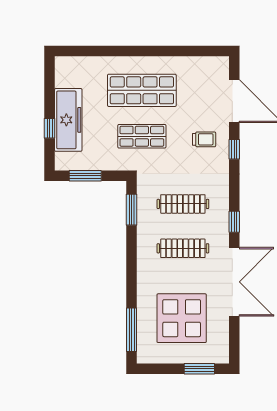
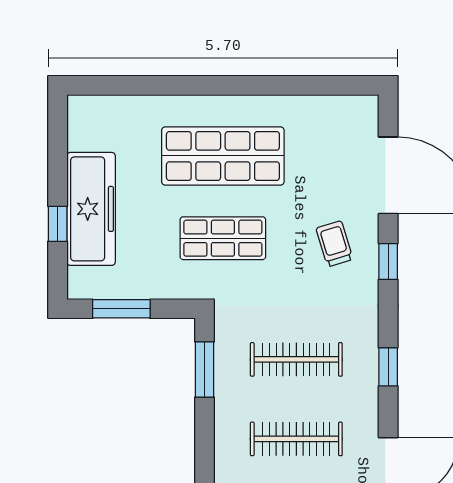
trolley: (204, 139) -> (334, 244), turned -107
window: (234, 222) -> (388, 367), moved

